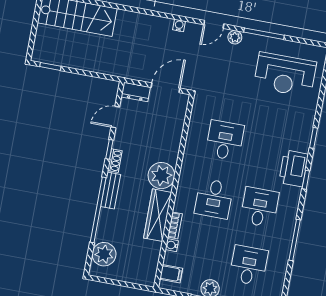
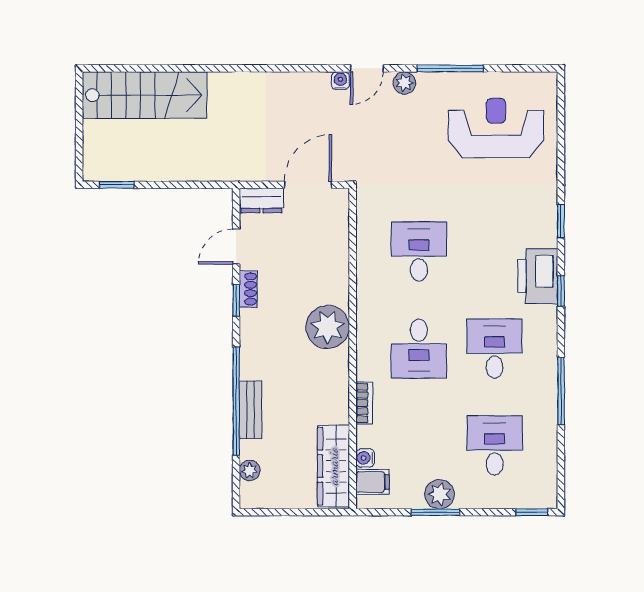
water cooler: (179, 26) -> (340, 81), moved
reception desk: (285, 75) -> (496, 128), turned 180
shoe rack: (115, 161) -> (248, 289), moved
bench: (111, 191) -> (250, 410), moved
wardrobe: (158, 215) -> (333, 466), moved
water cooler: (172, 245) -> (365, 458), moved
plant: (104, 254) -> (250, 470), width x0.53, depth x0.53

